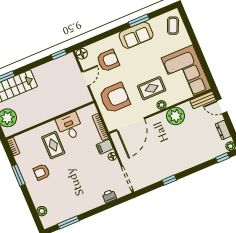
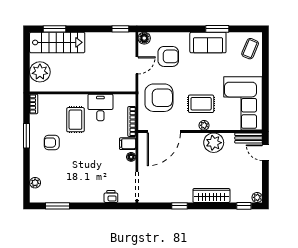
dresser: (223, 130) -> (257, 178), removed
wardrobe: (192, 160) -> (211, 195), added

